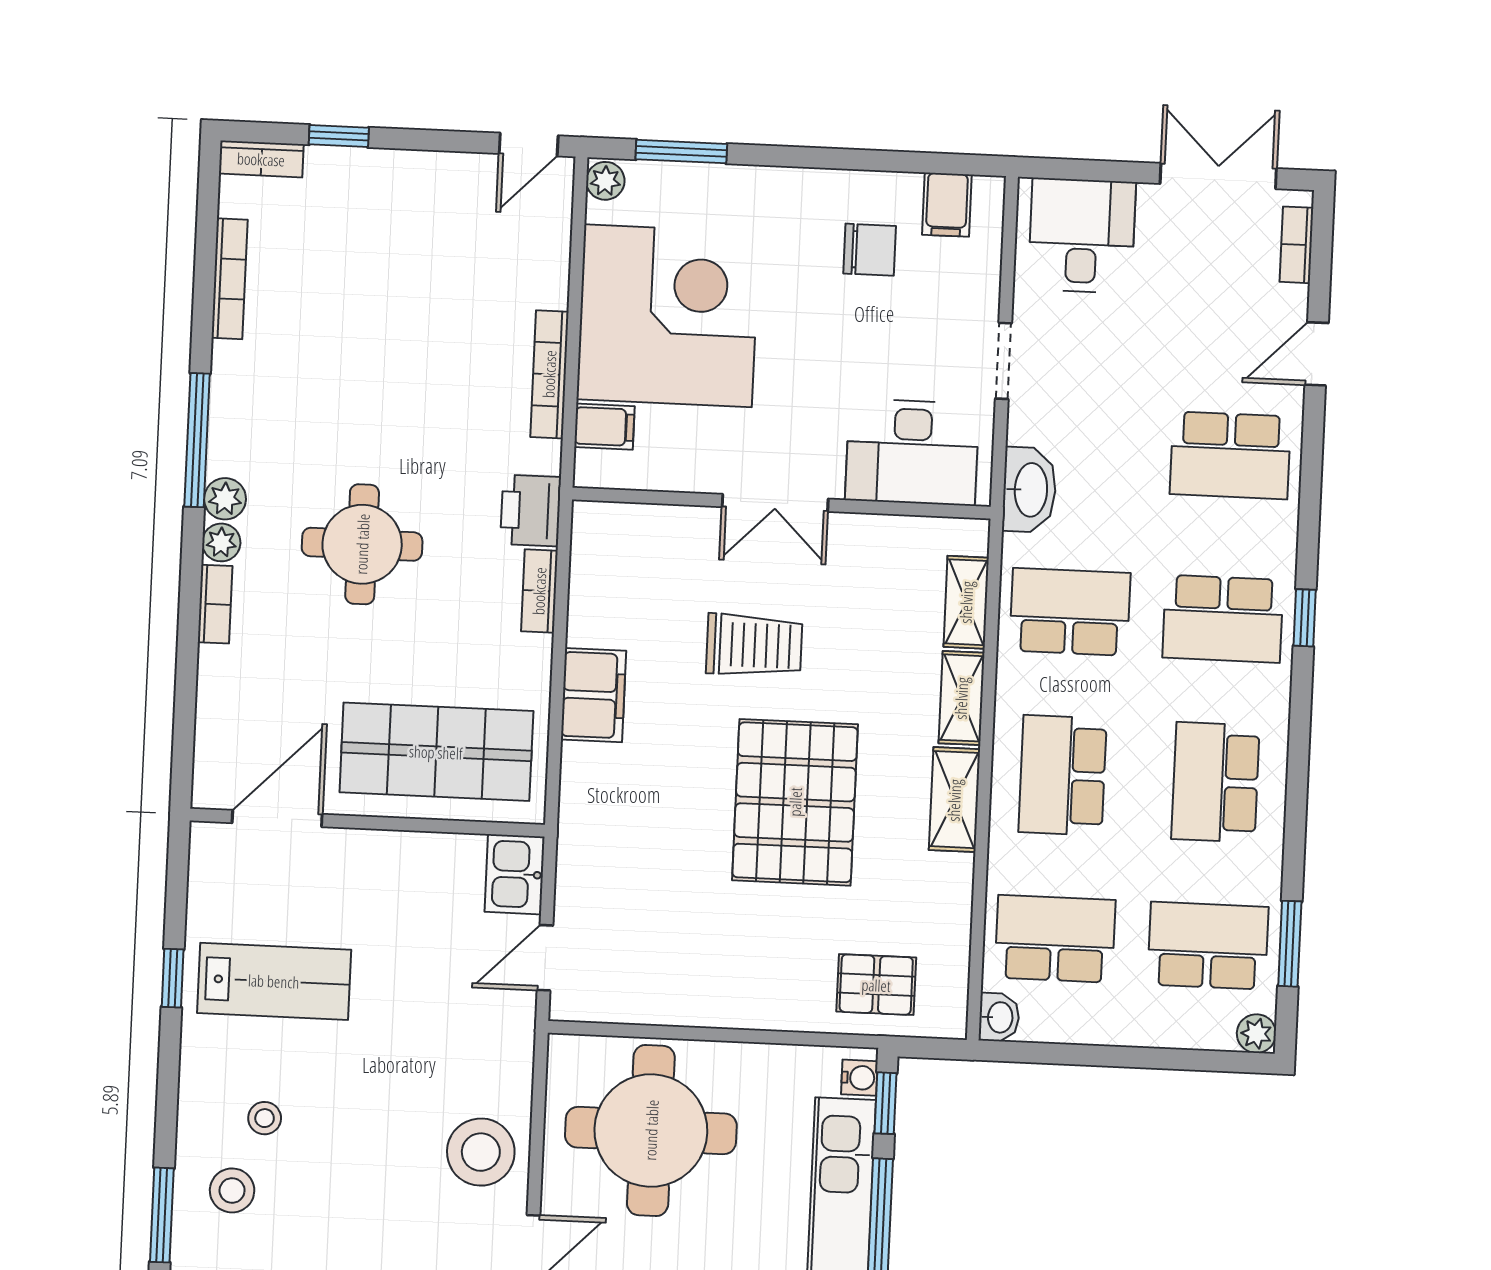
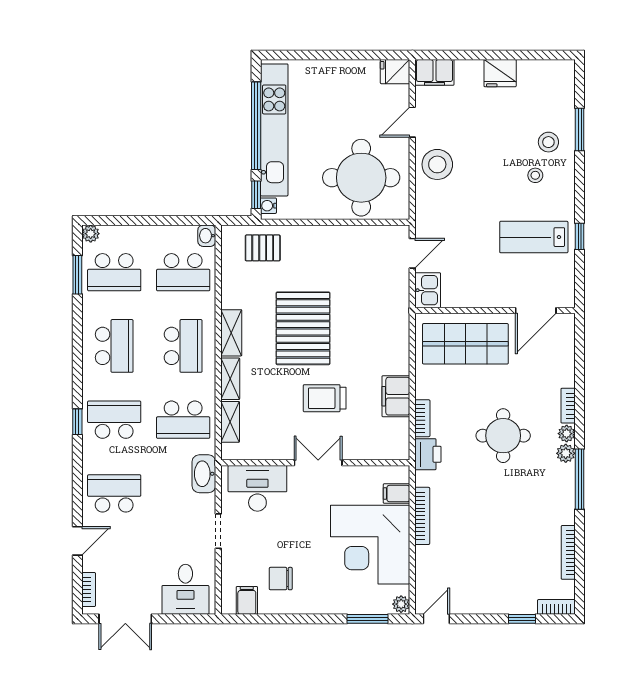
filing cabinet: (593, 695) -> (396, 396), moved

